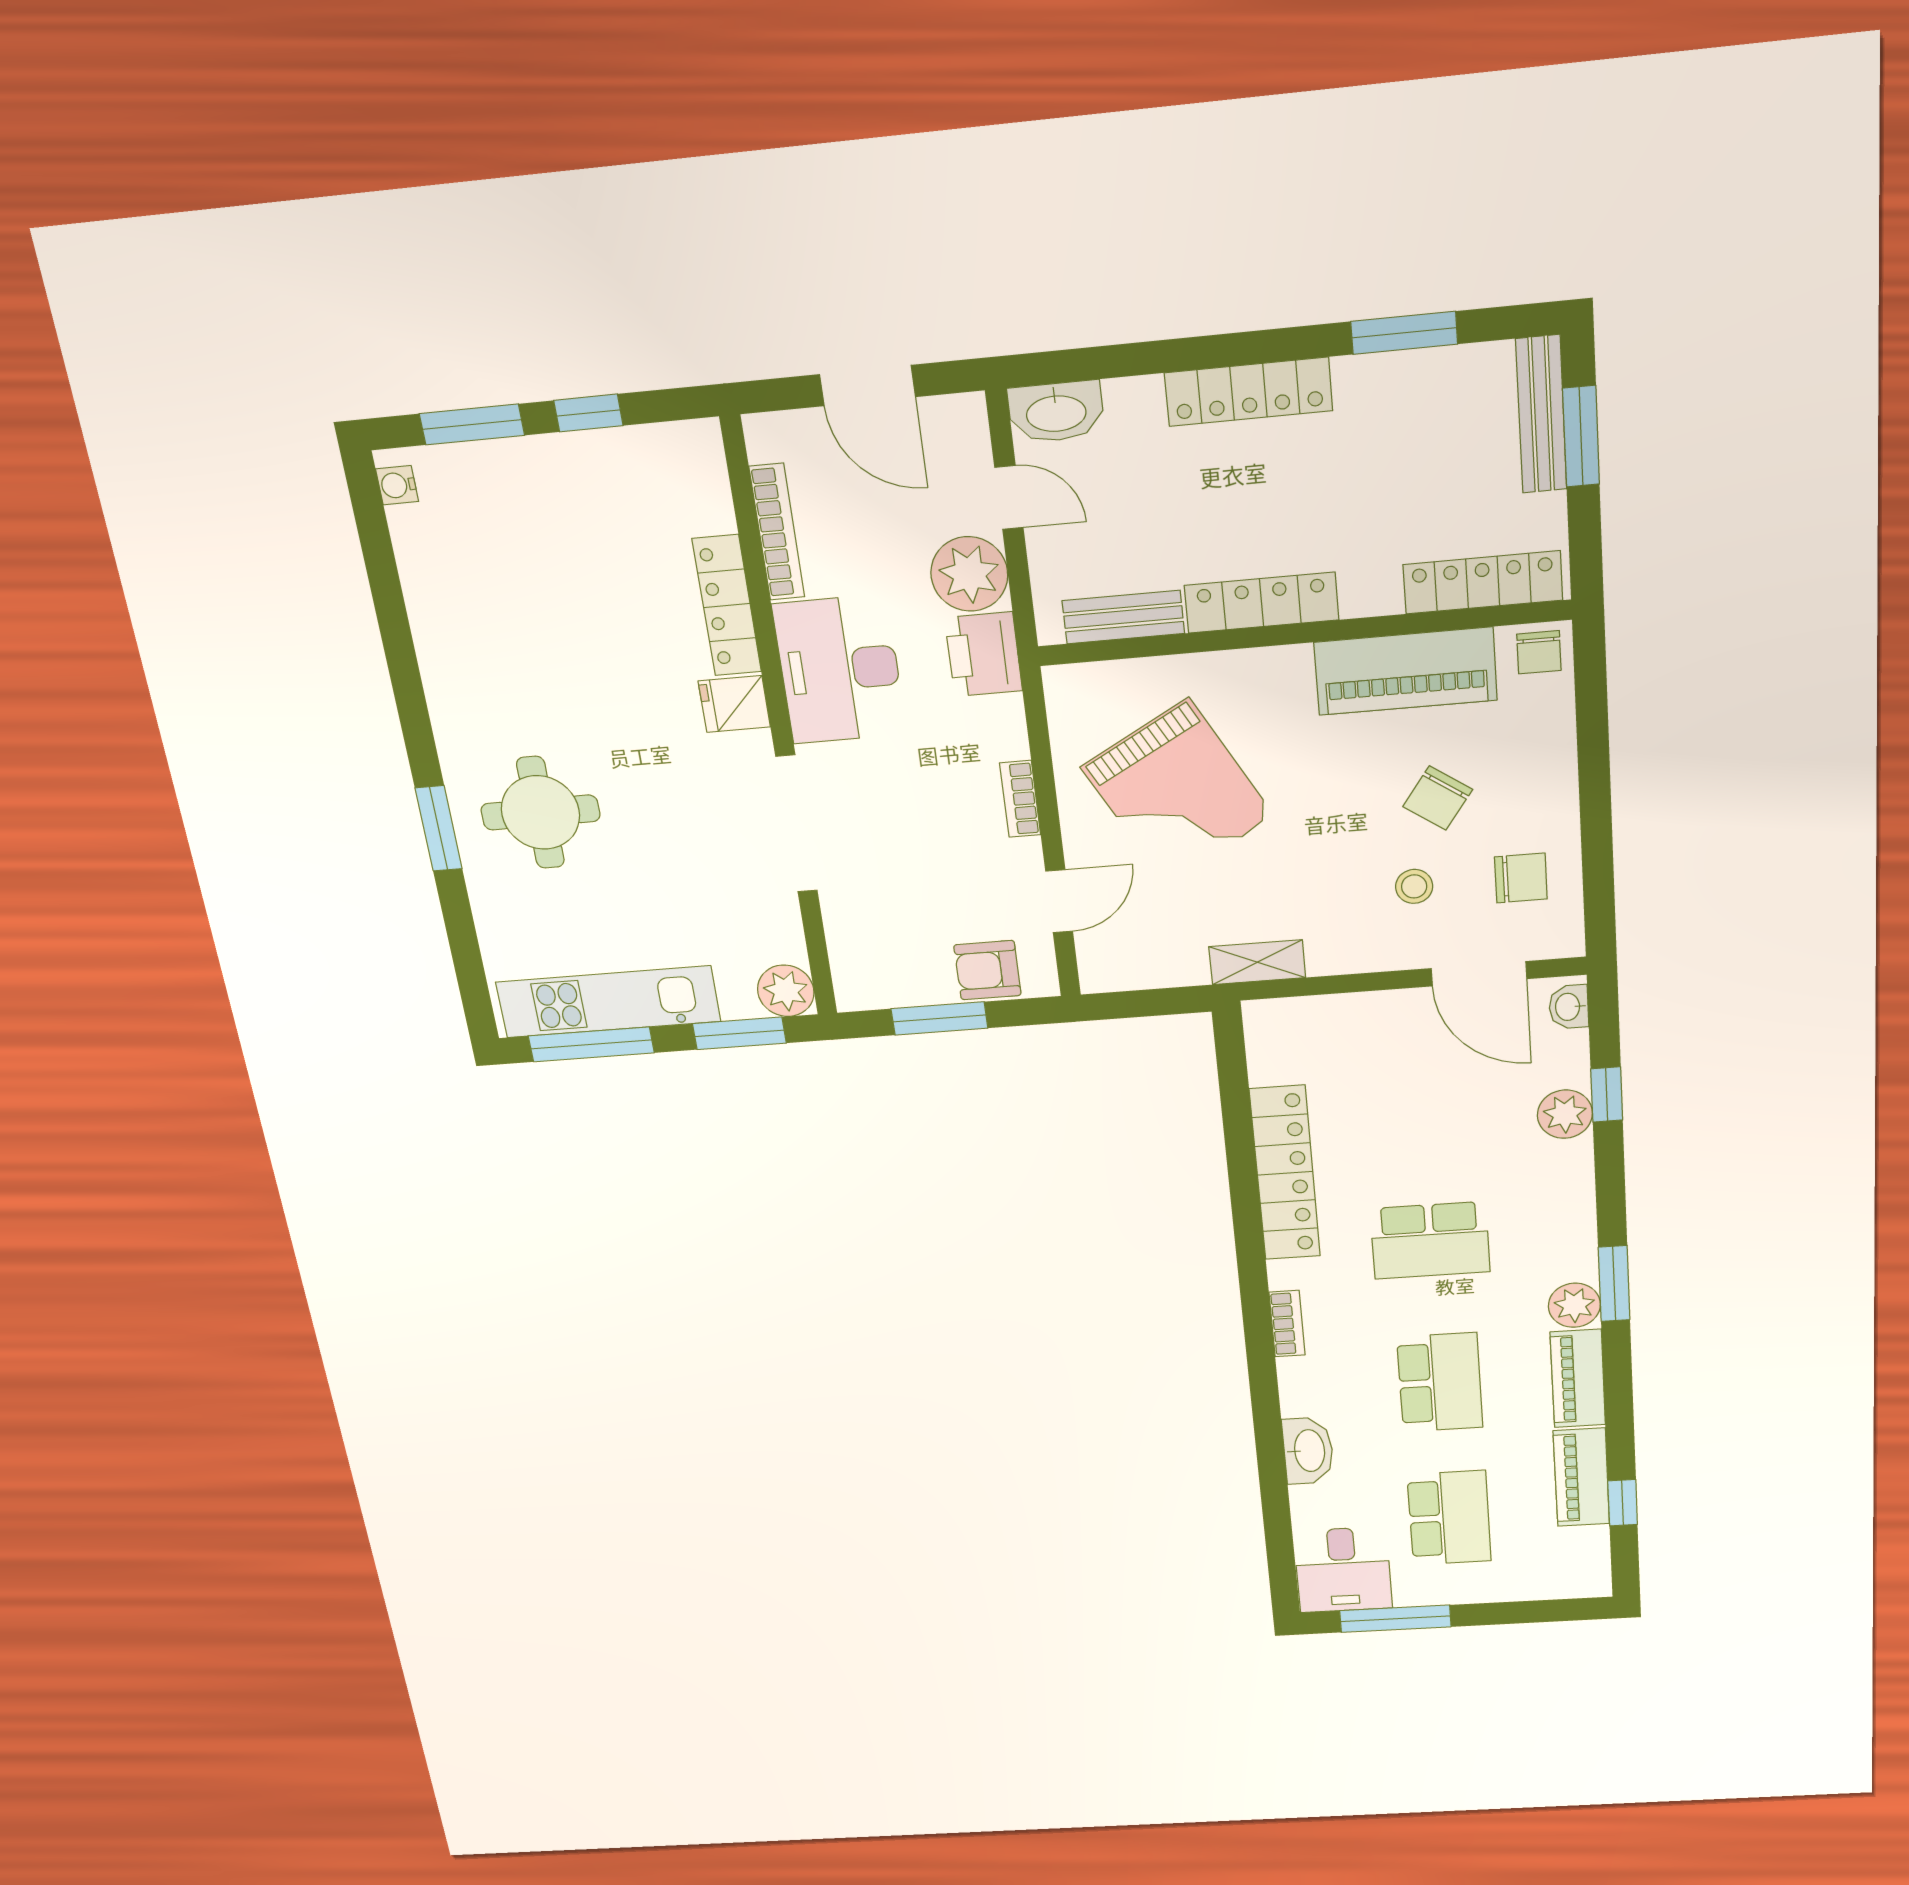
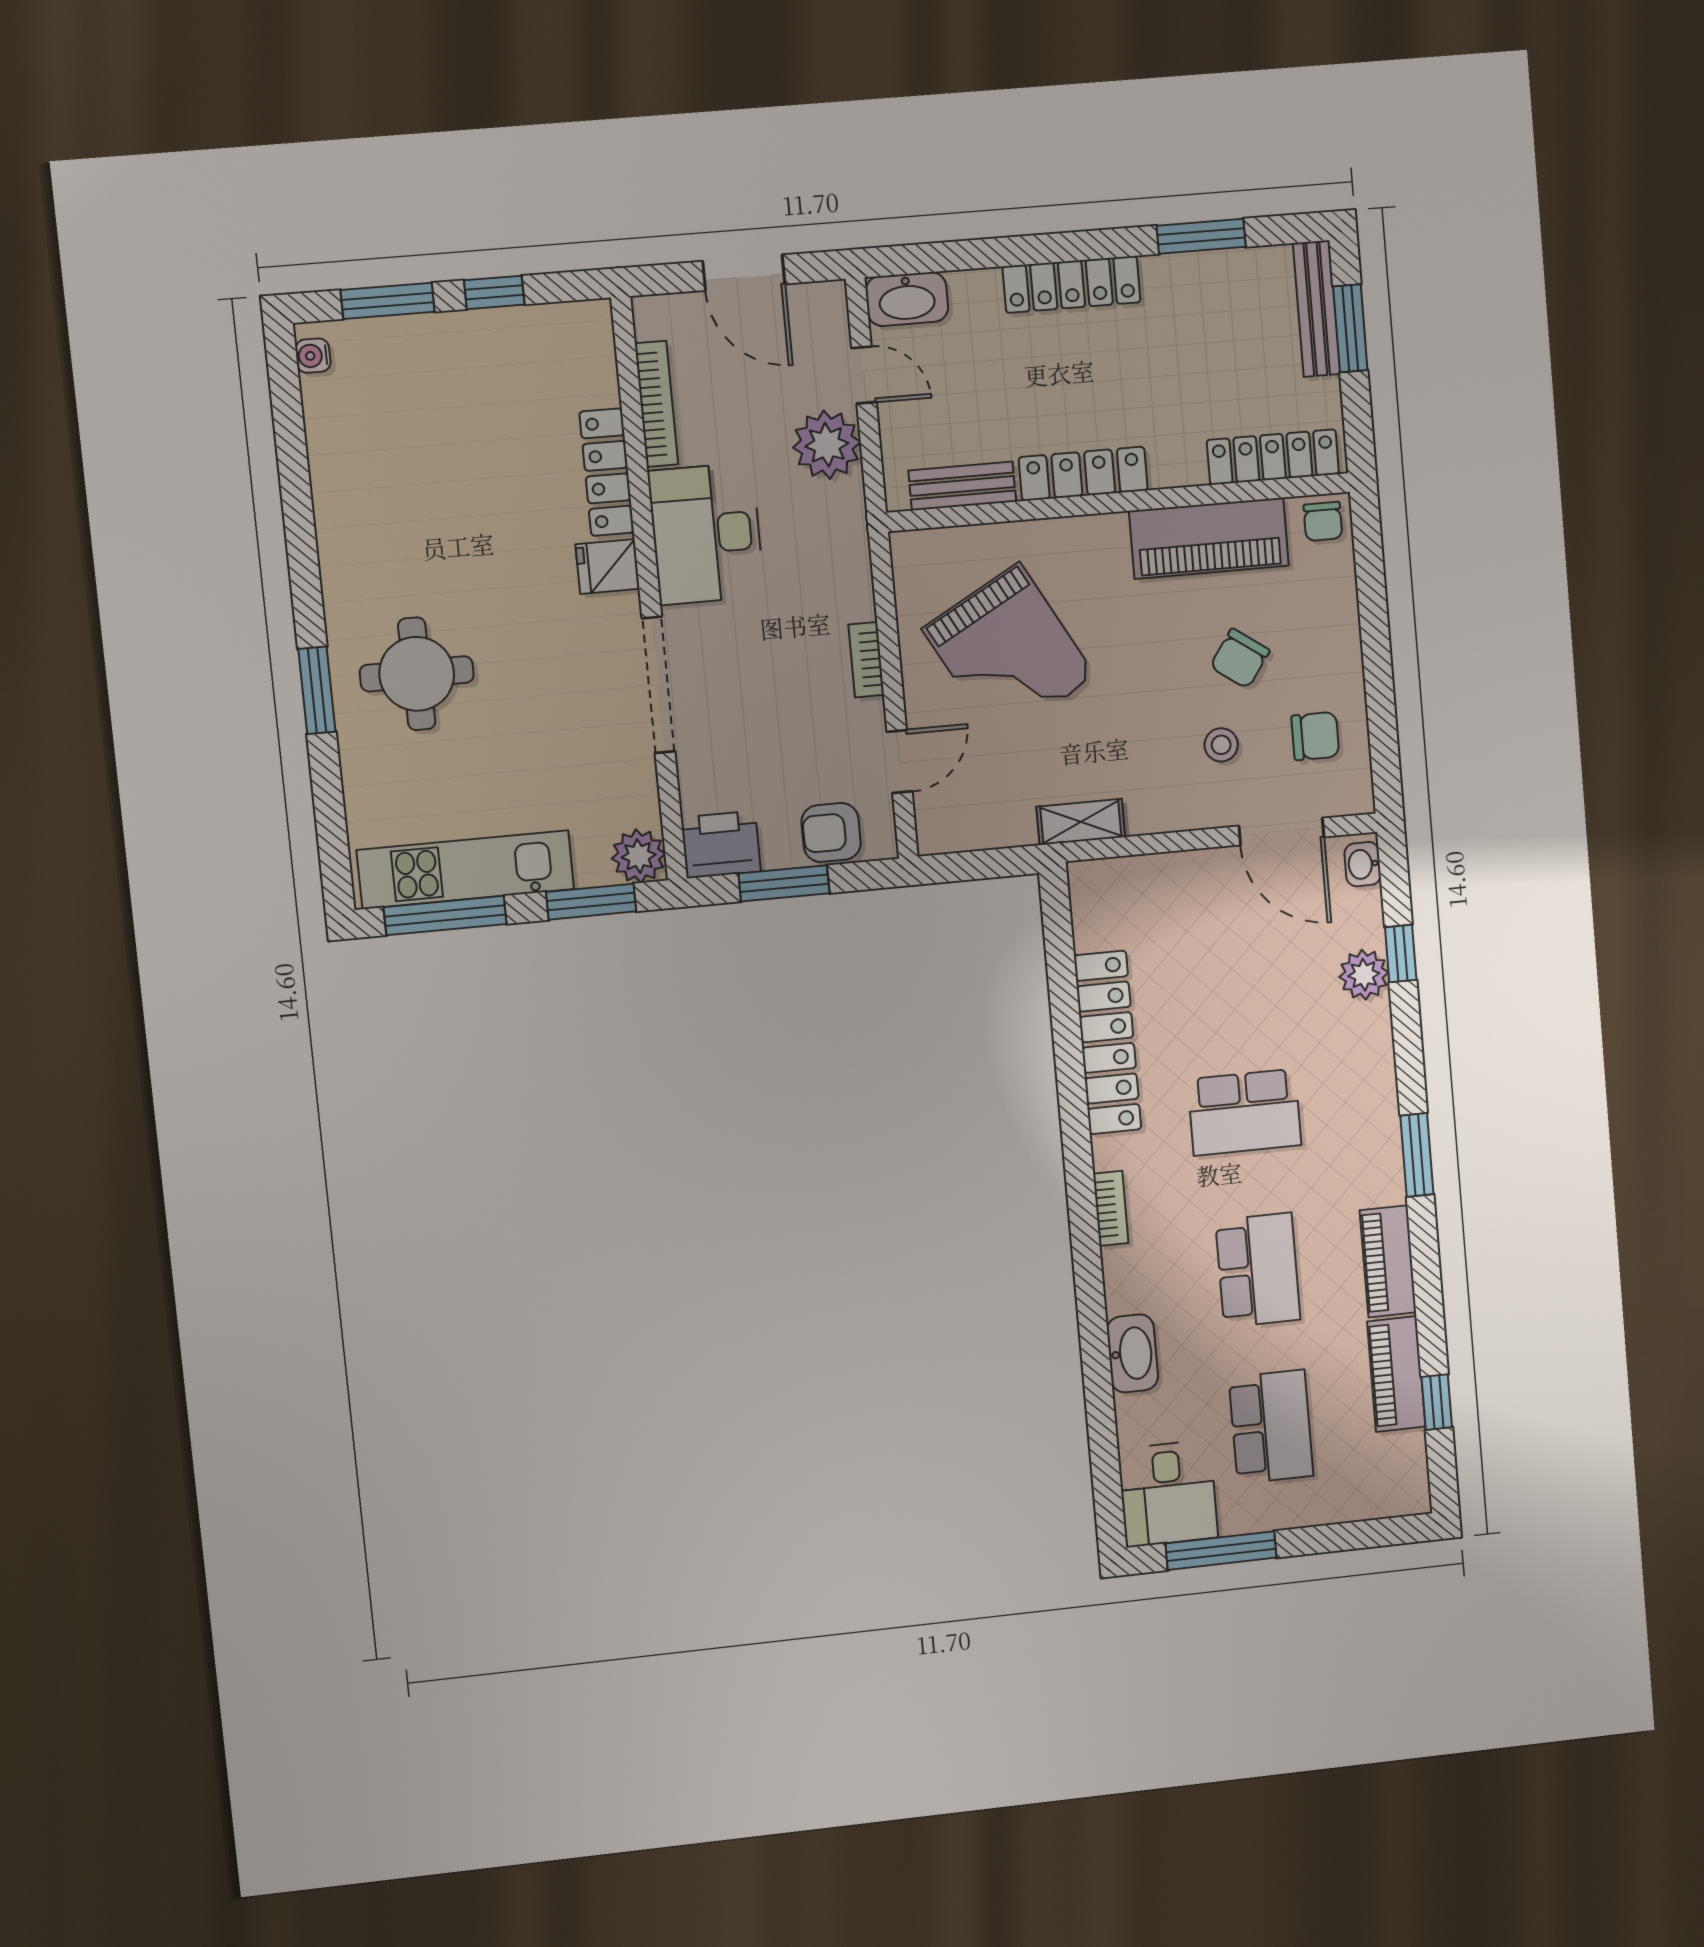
printer: (984, 654) -> (721, 844), moved, turned 90
plant: (1574, 1305) -> (1381, 1180), removed

